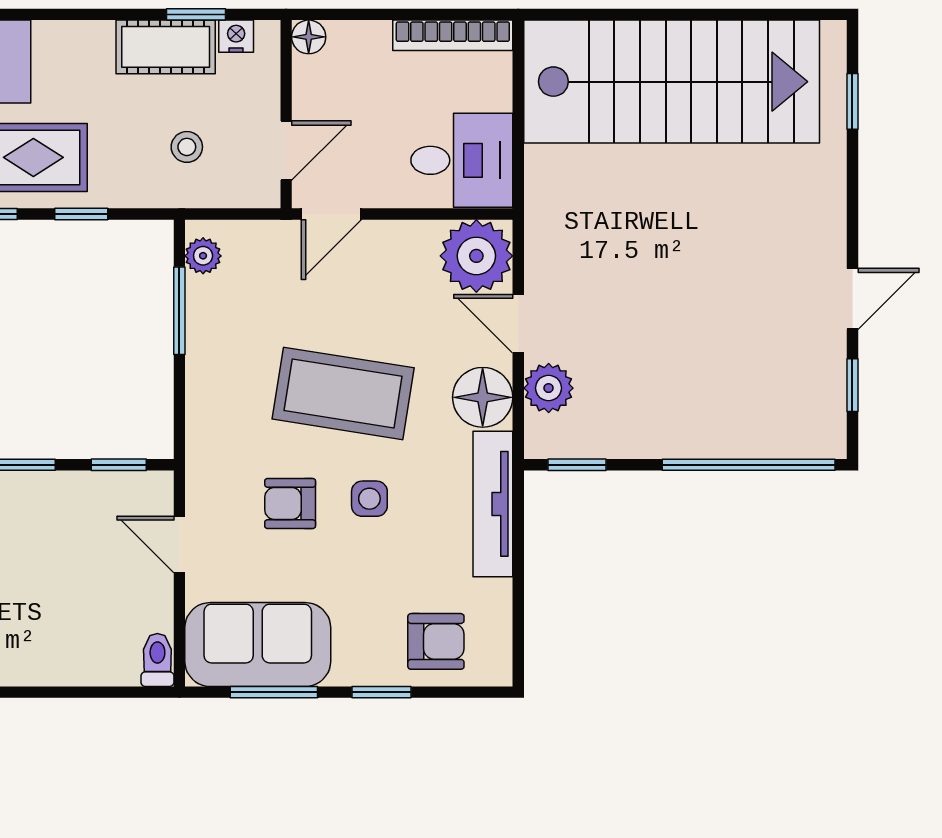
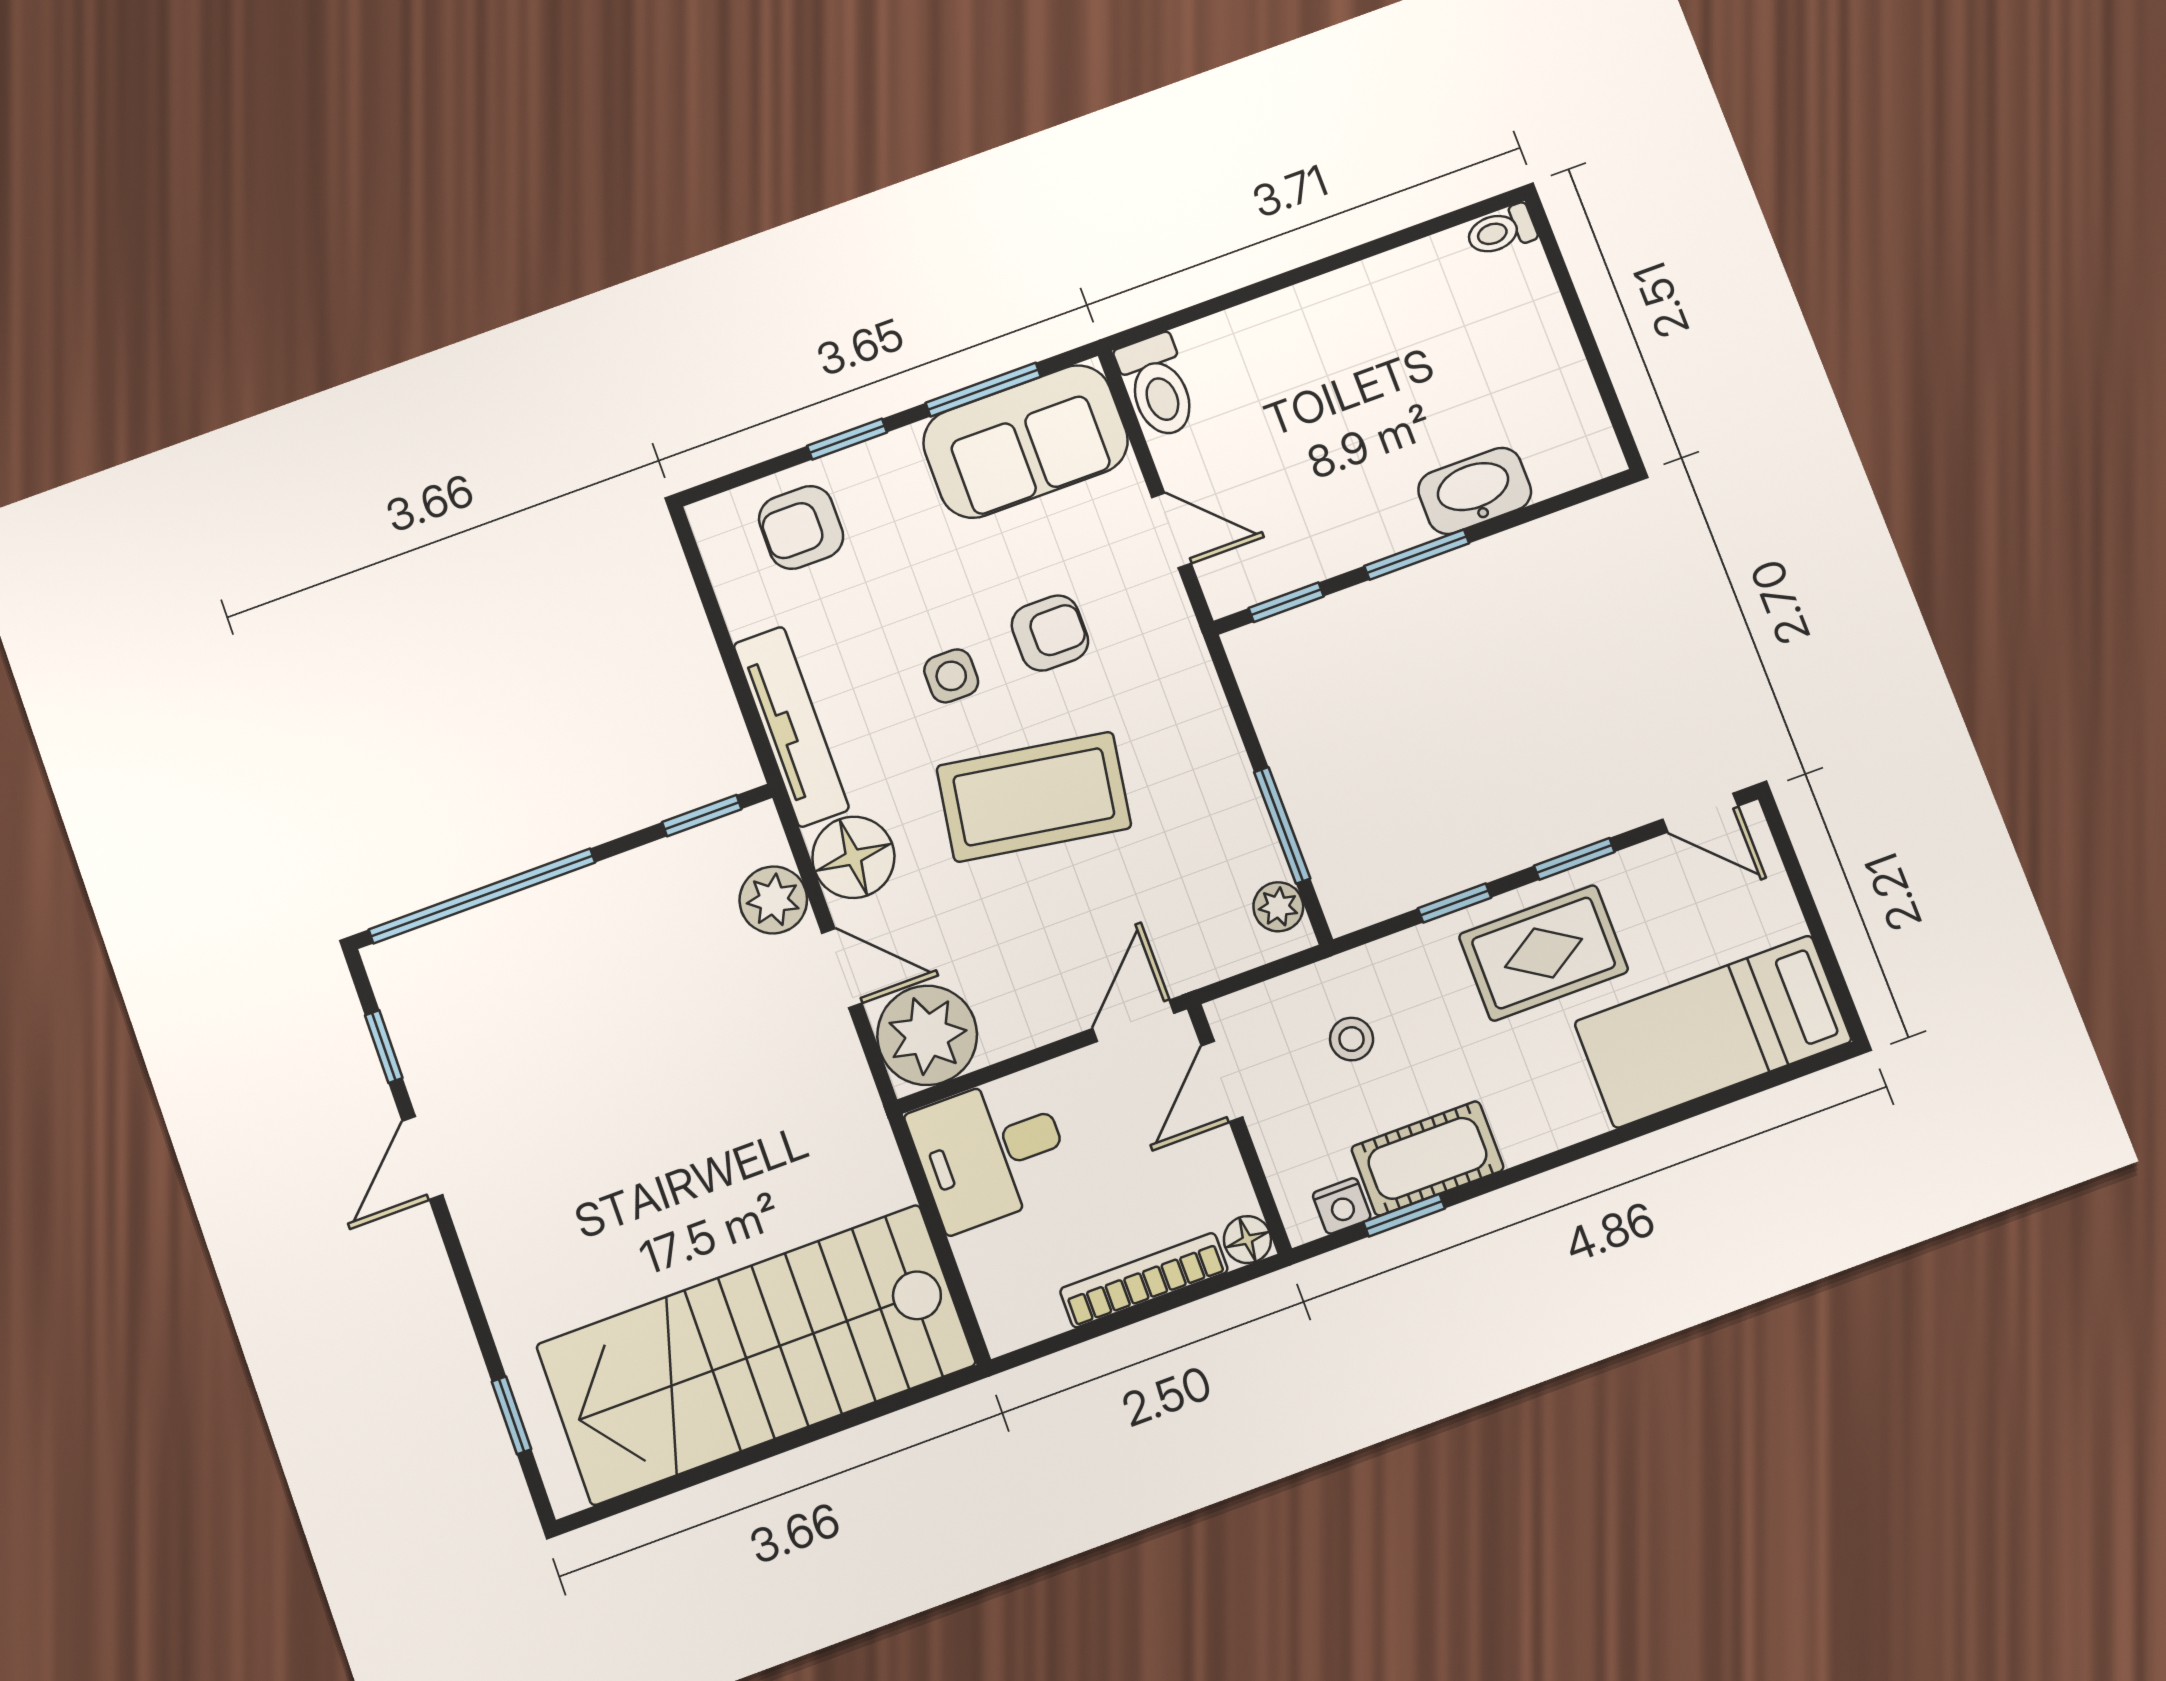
bookcase: (453, 35) -> (1144, 1280), moved
toilet: (157, 660) -> (1158, 386), width x1.37, depth x1.39

